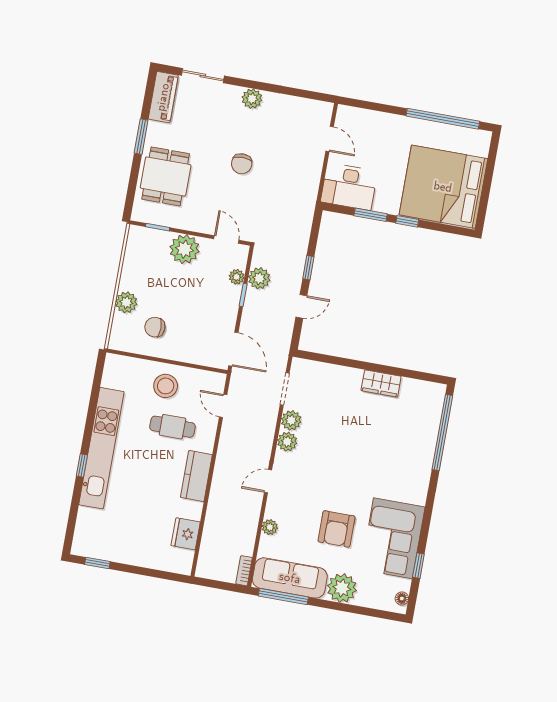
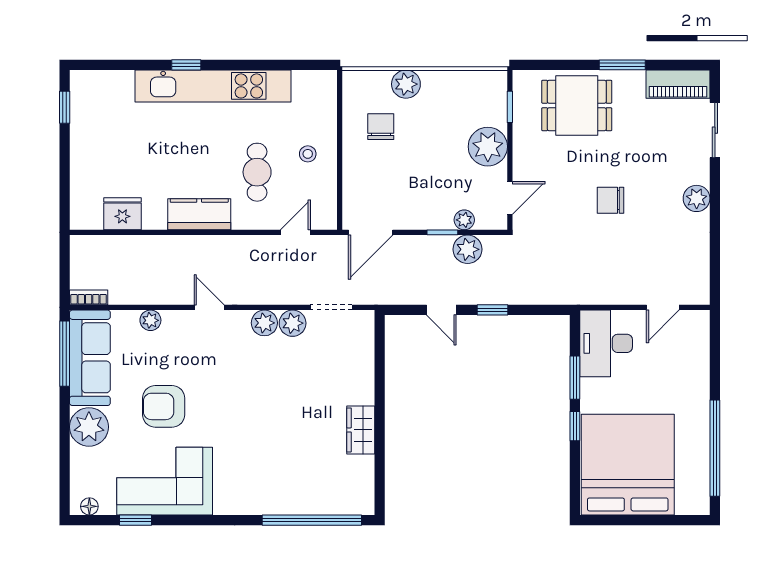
stool: (166, 386) -> (308, 154), width x0.53, depth x0.53

